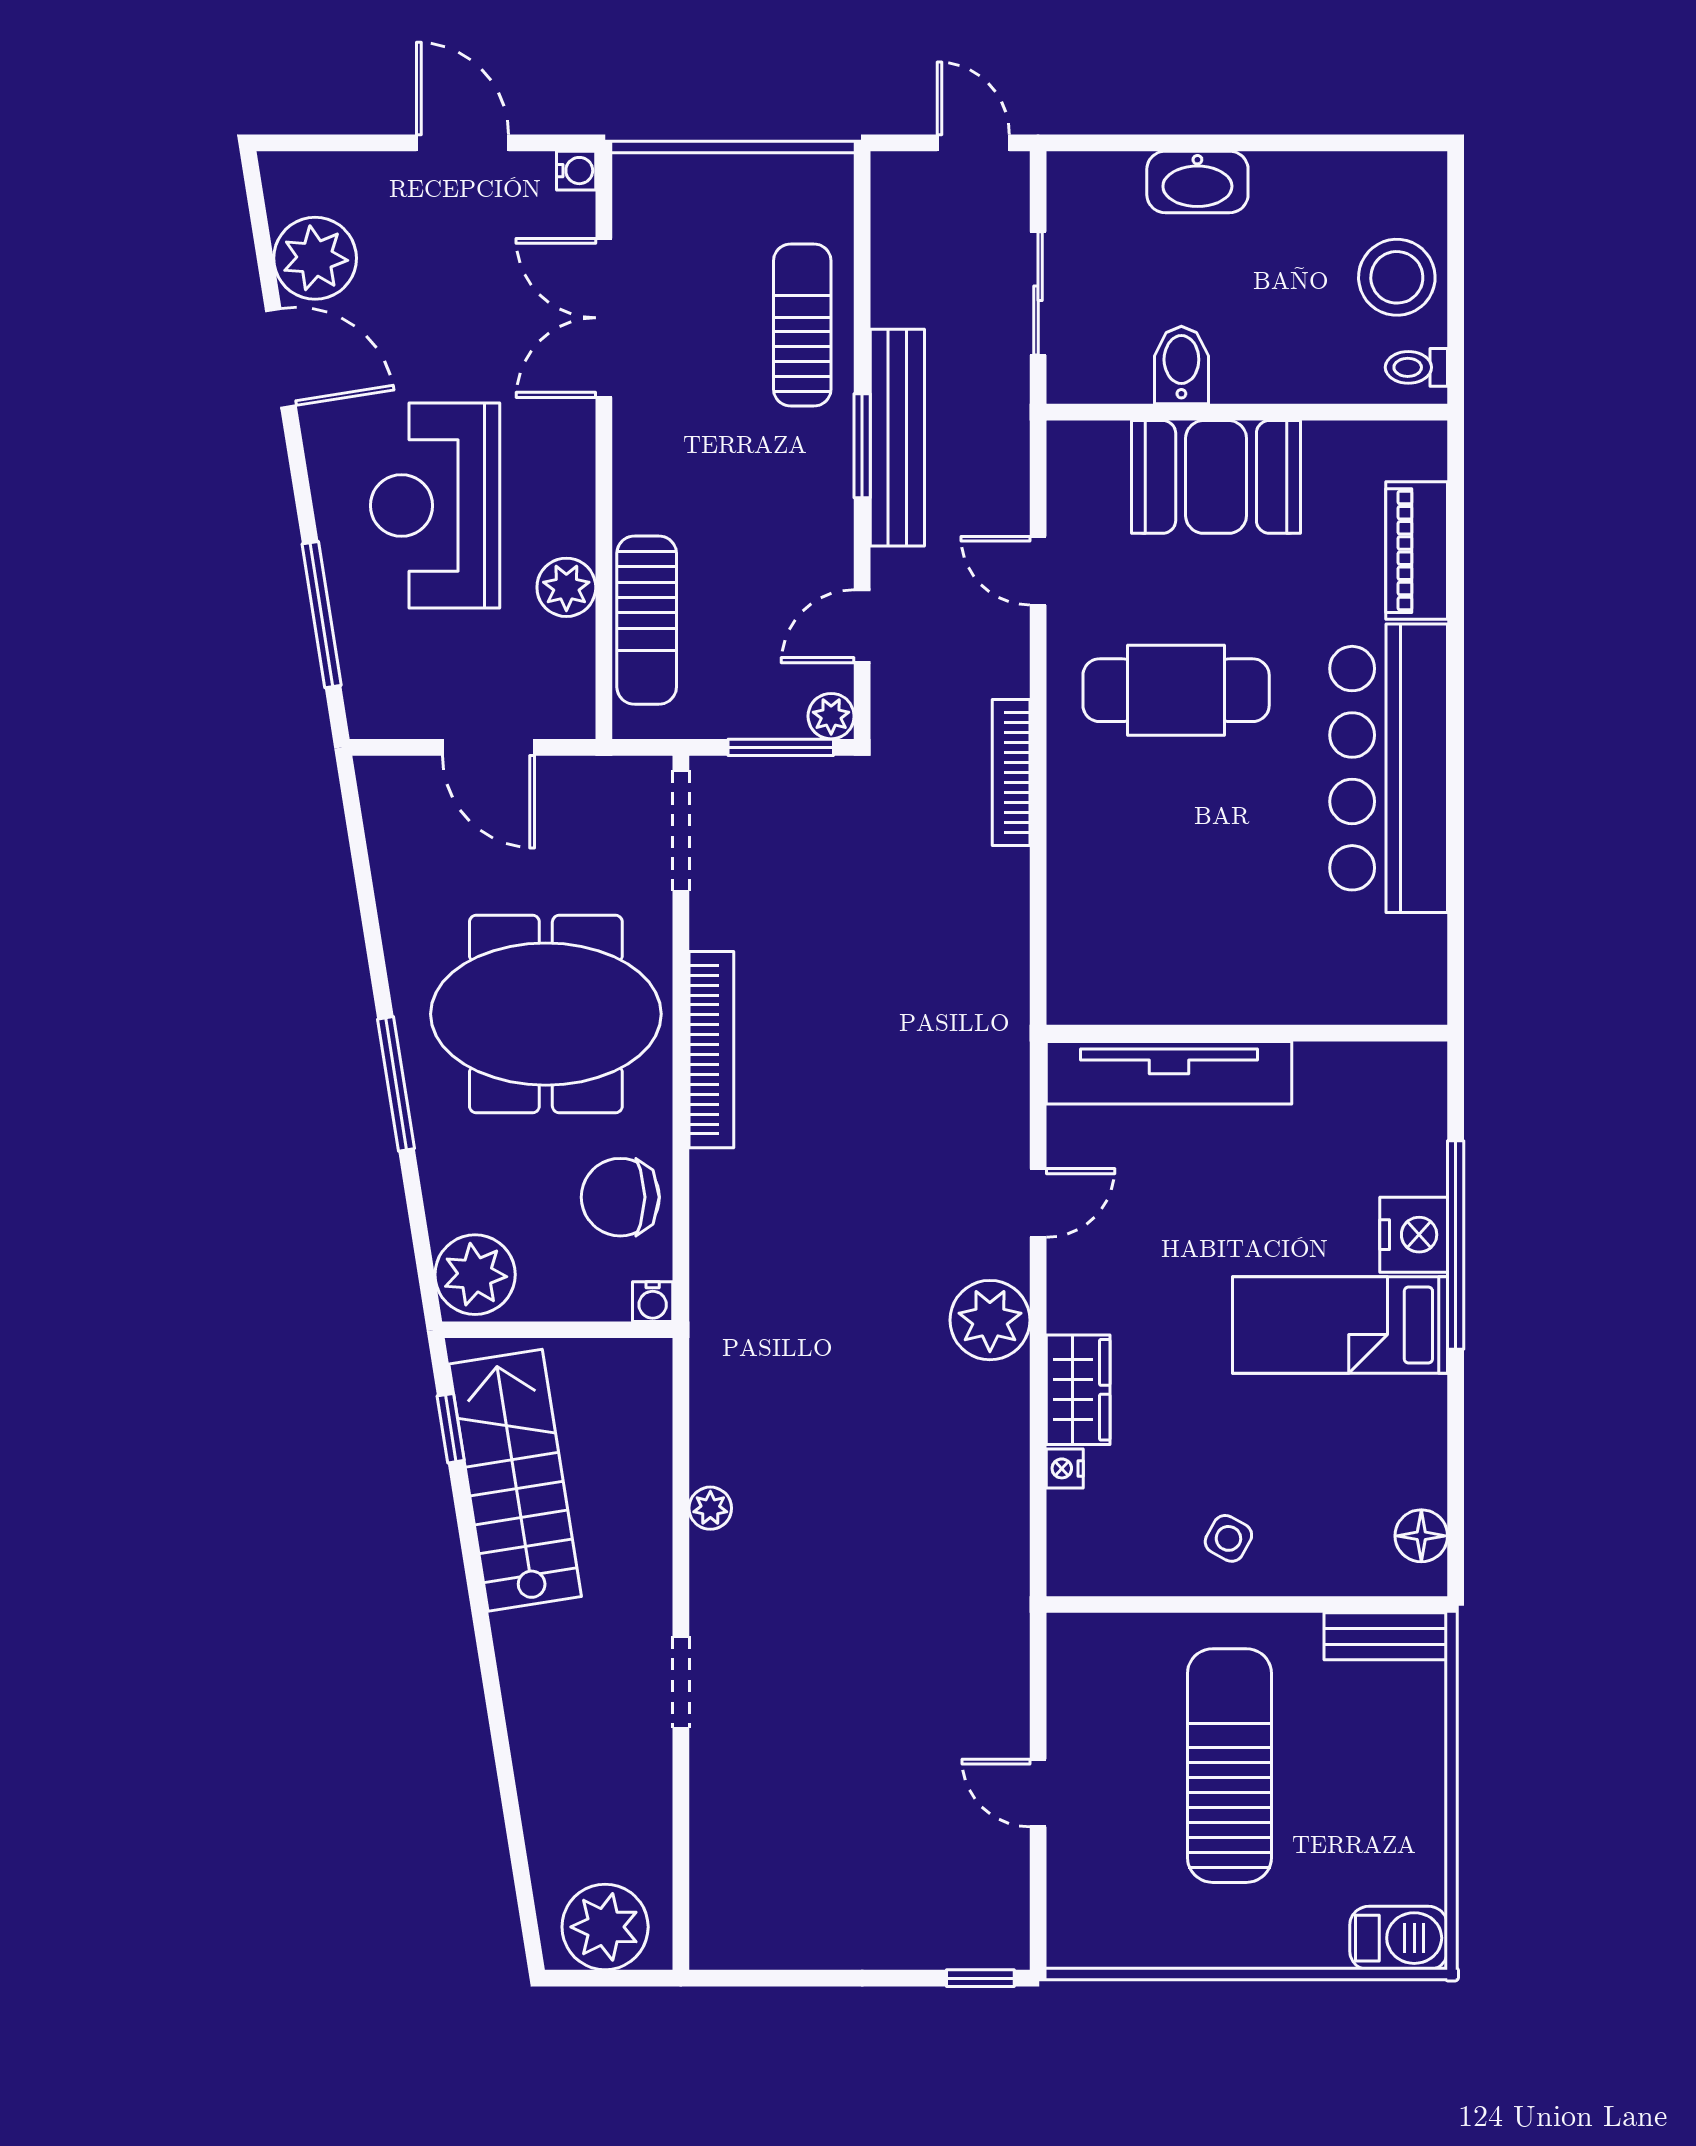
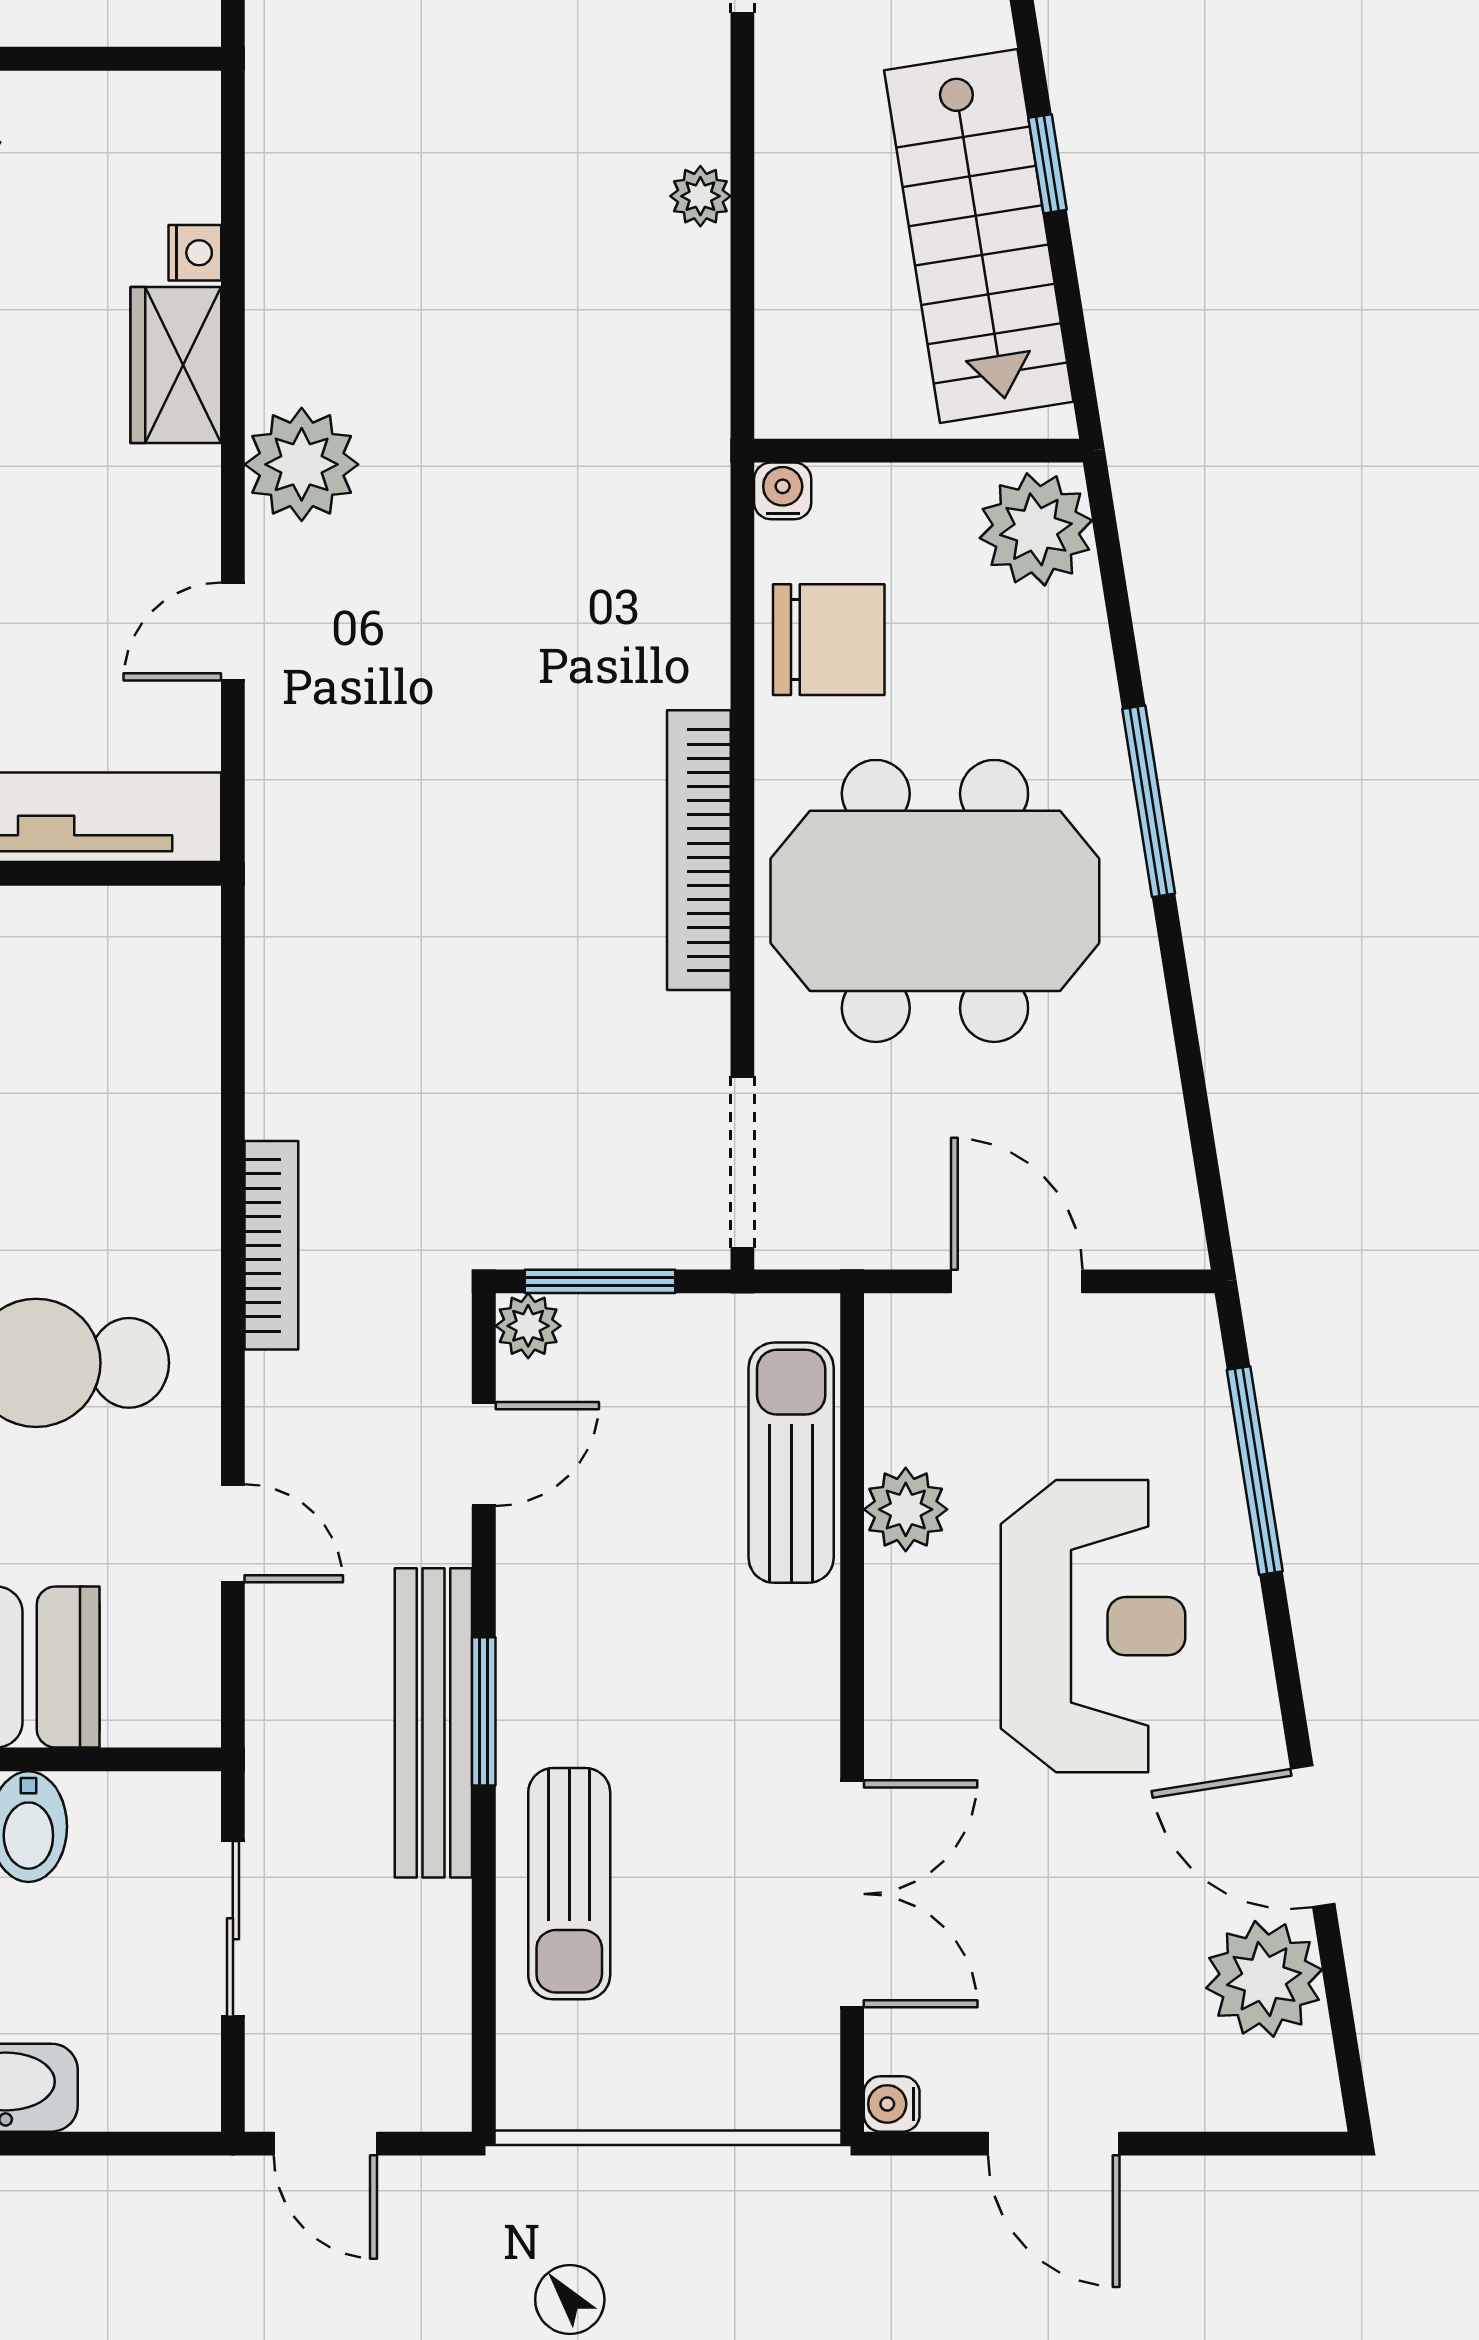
window: (451, 1428) -> (1048, 164), moved

